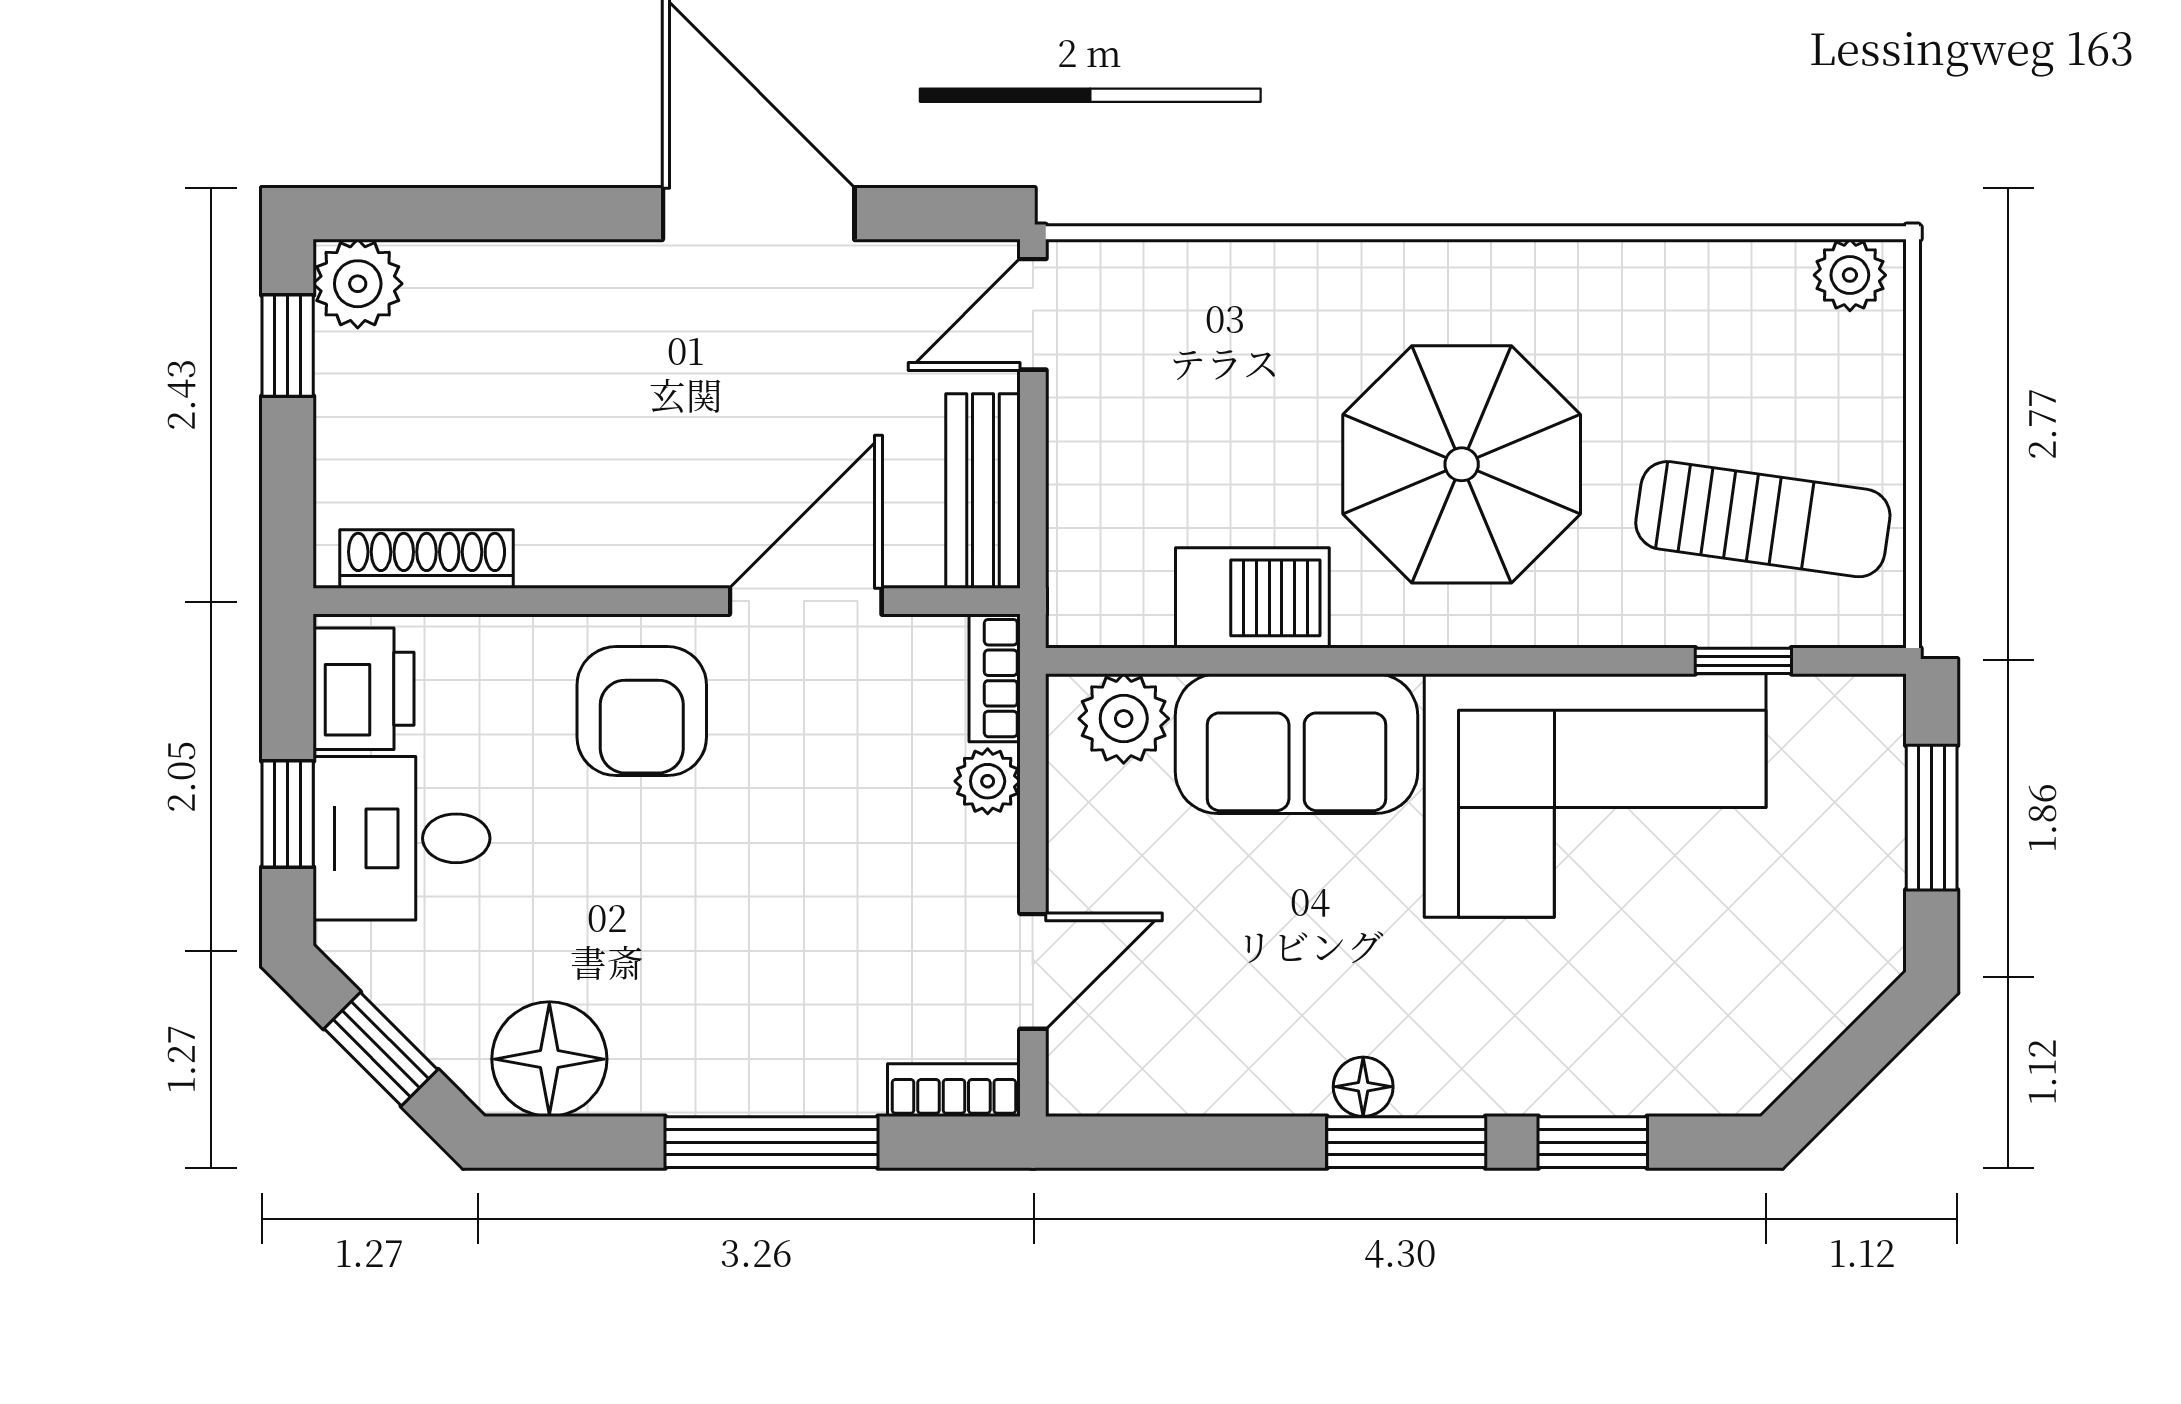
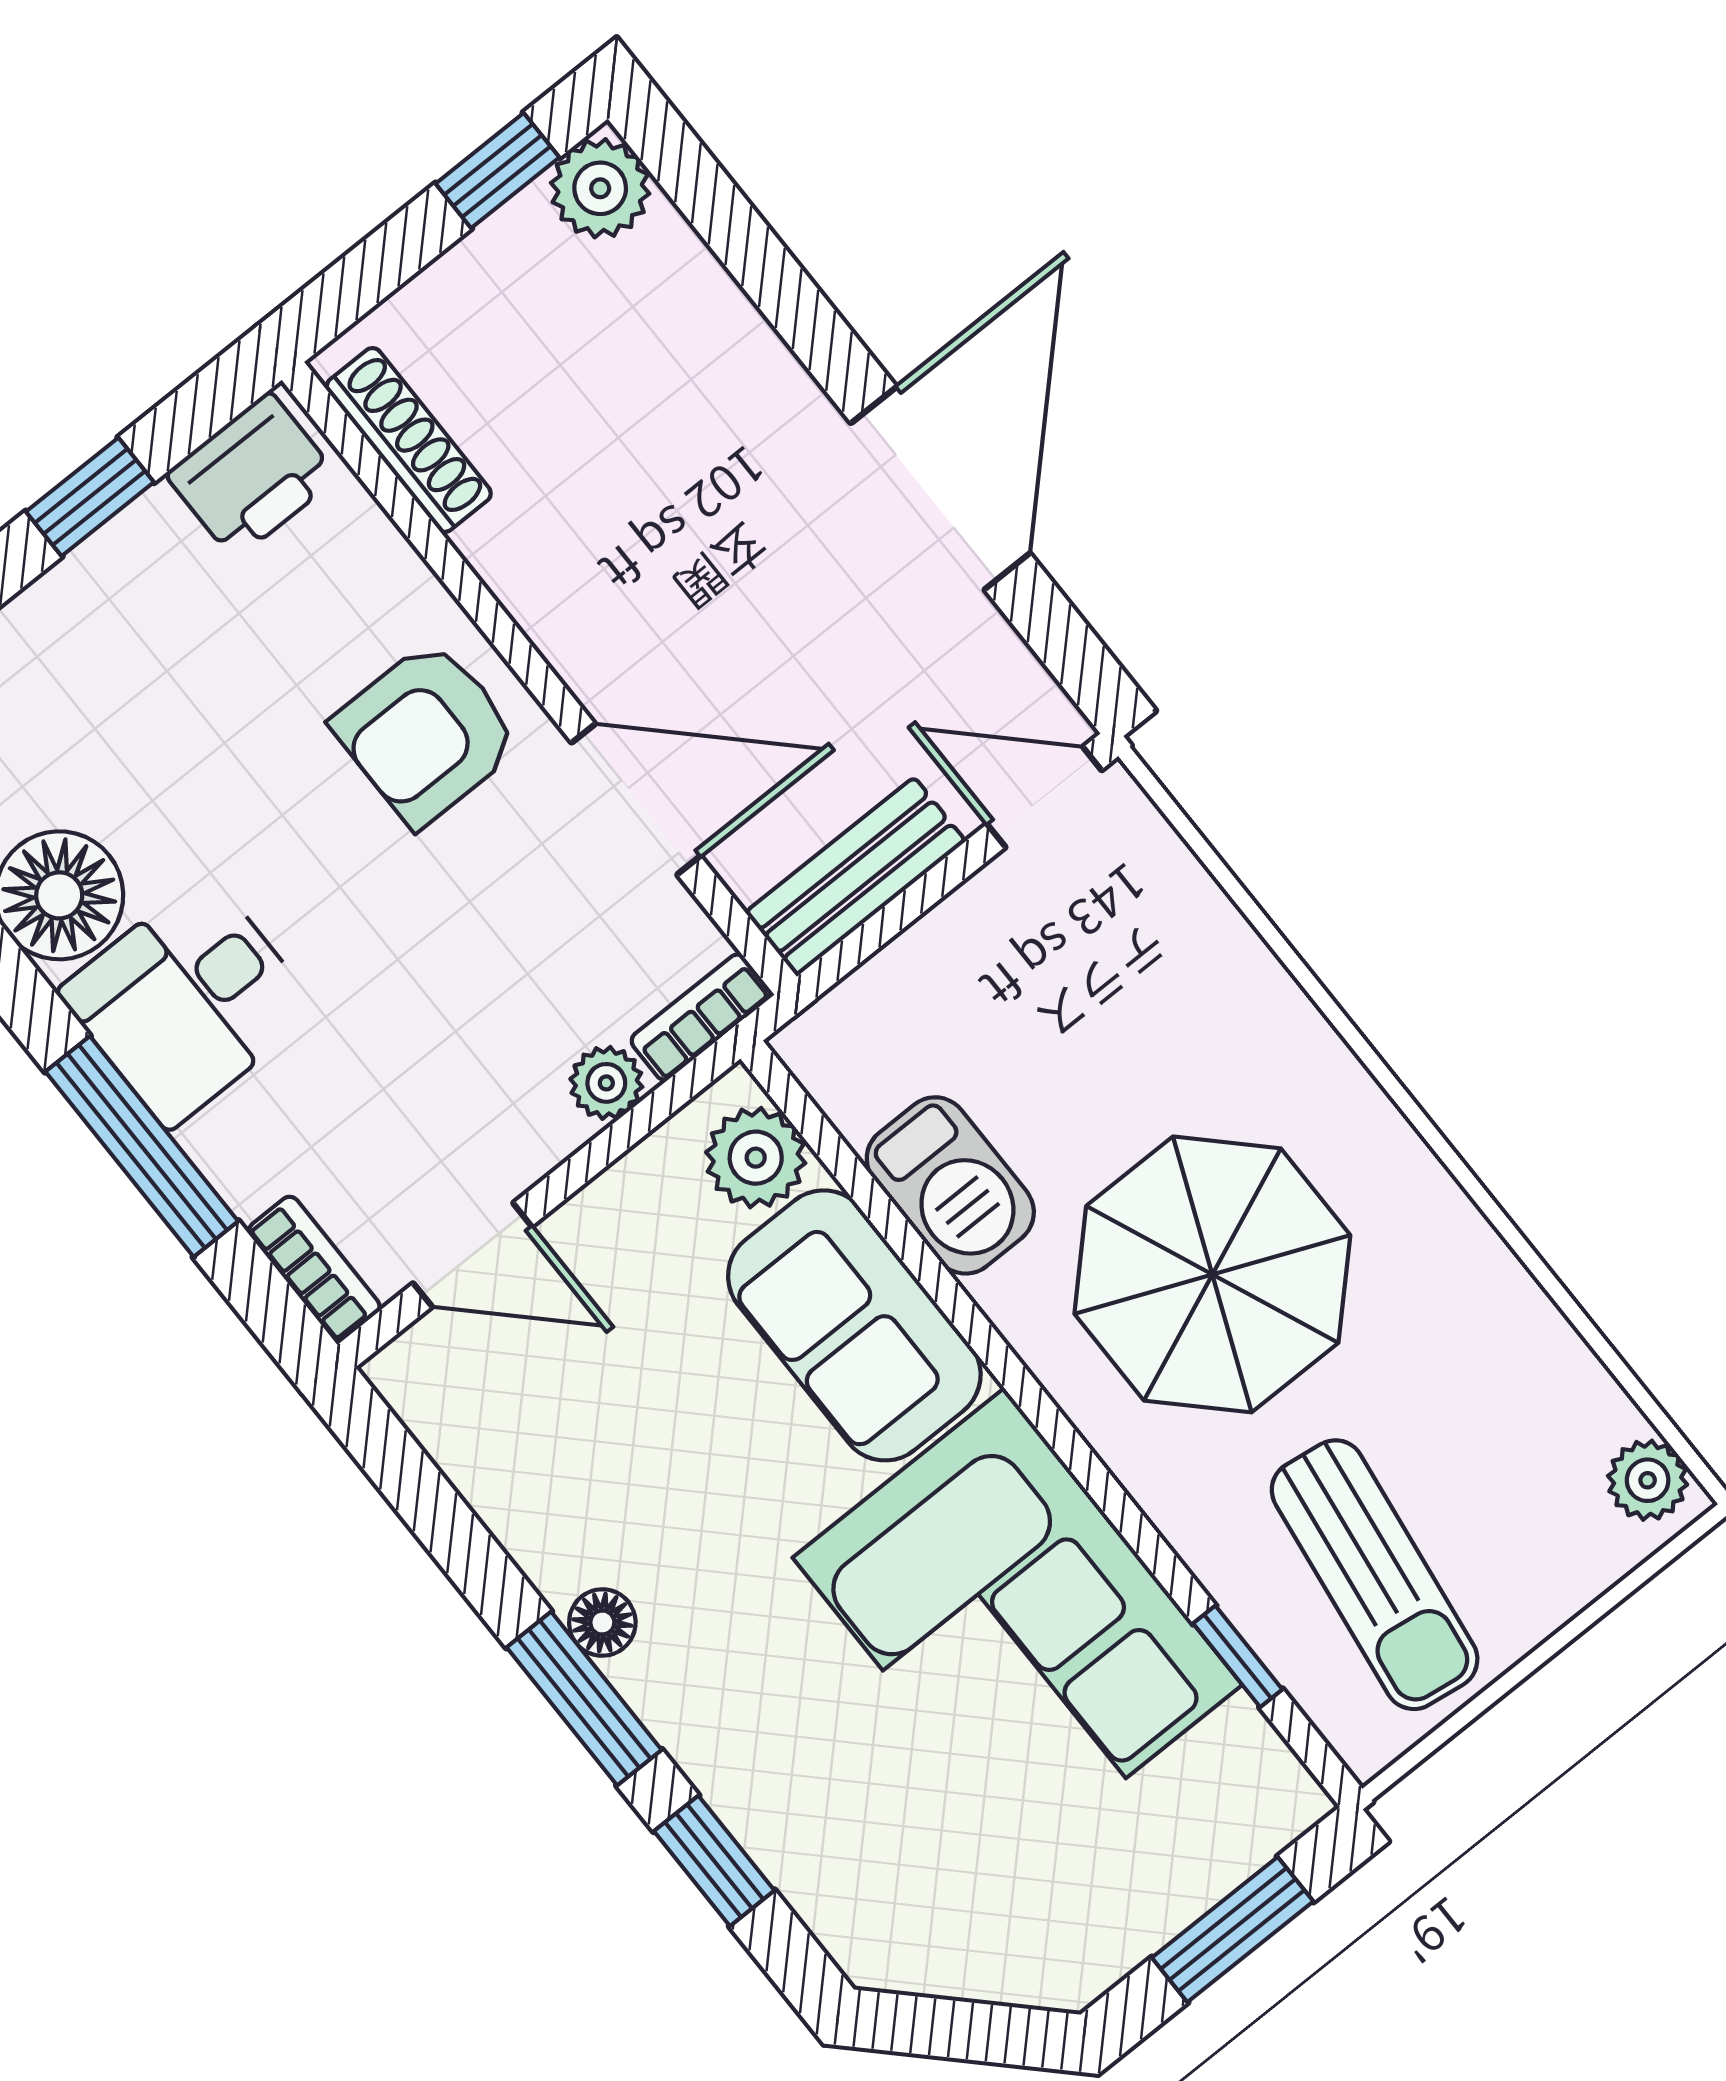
desk: (401, 838) -> (188, 1001), moved, turned -90

